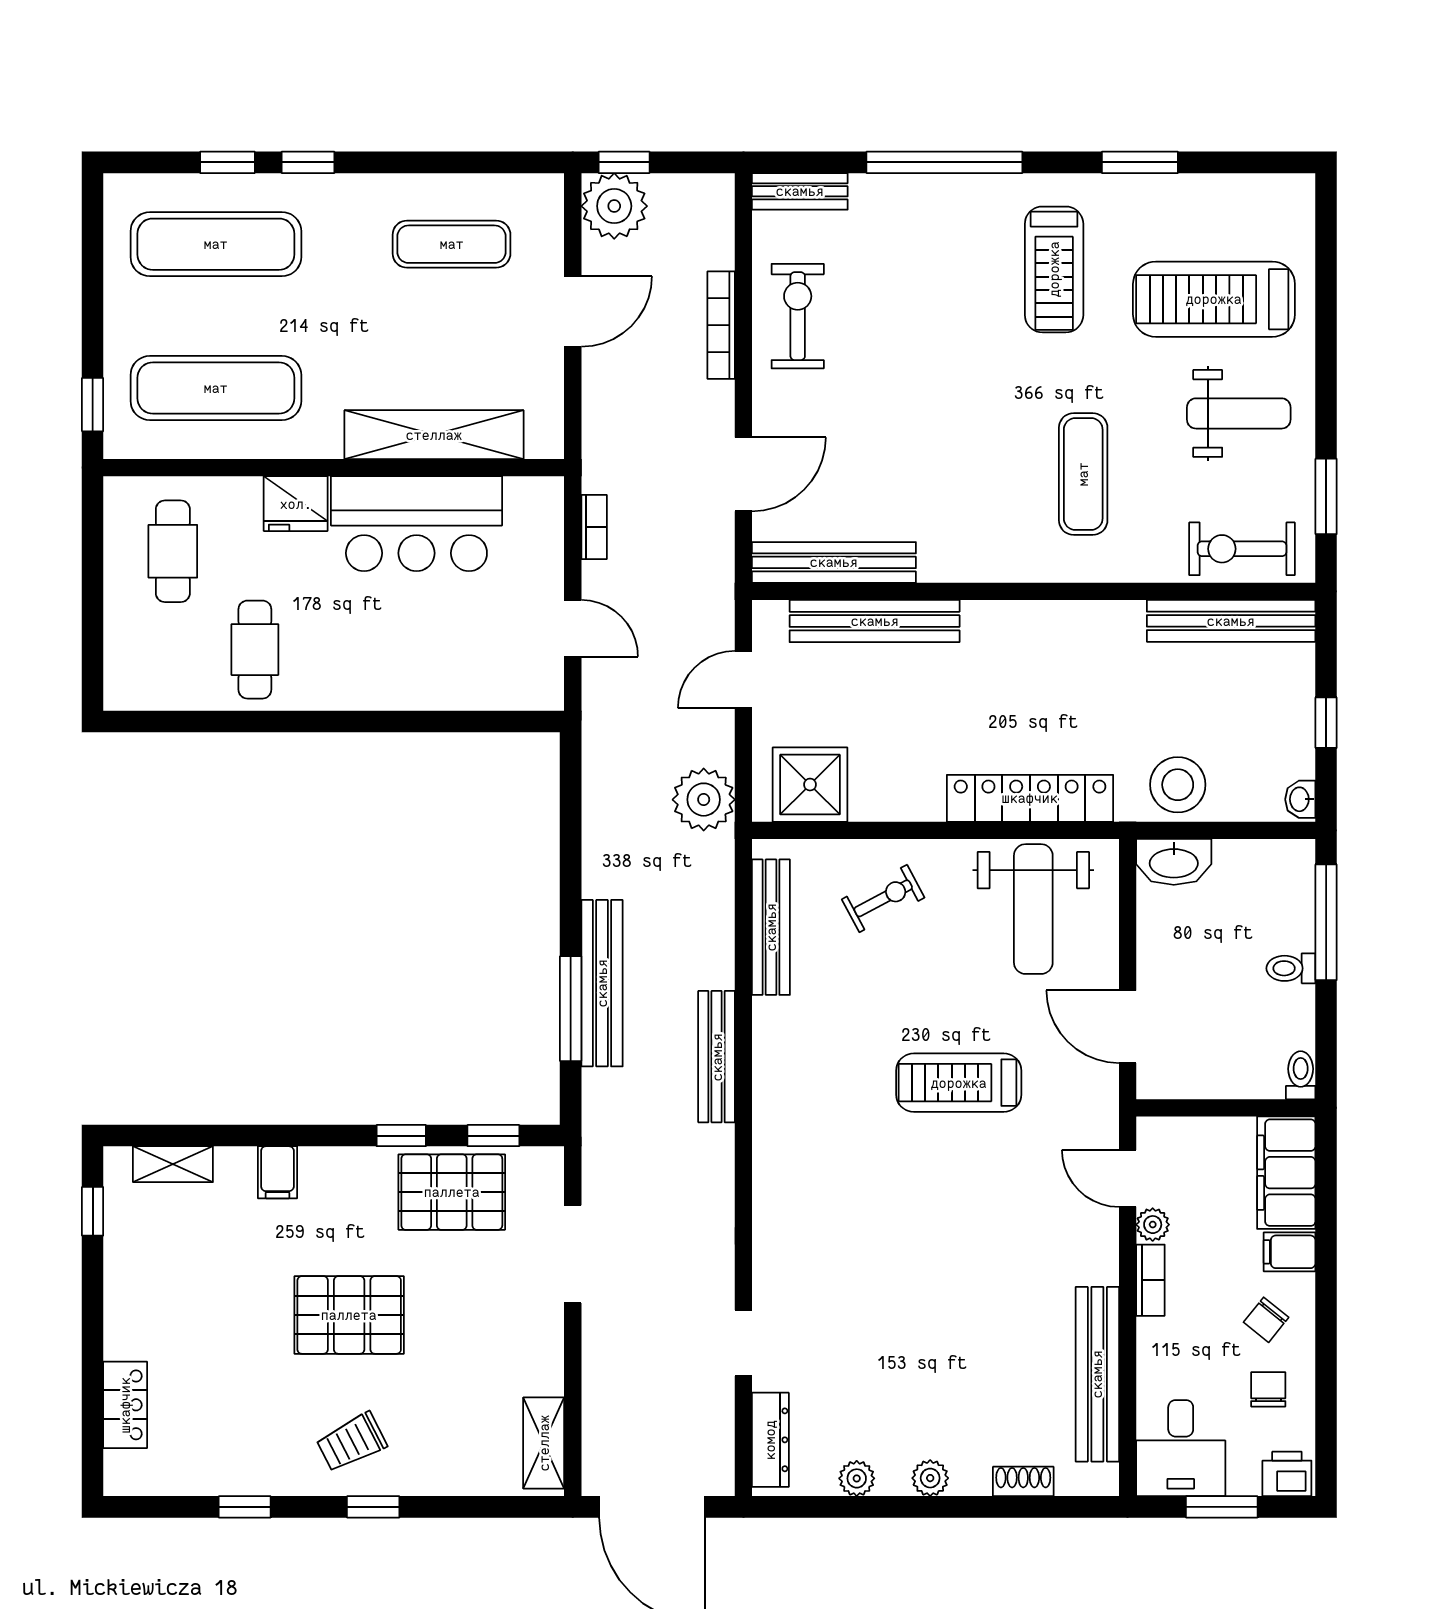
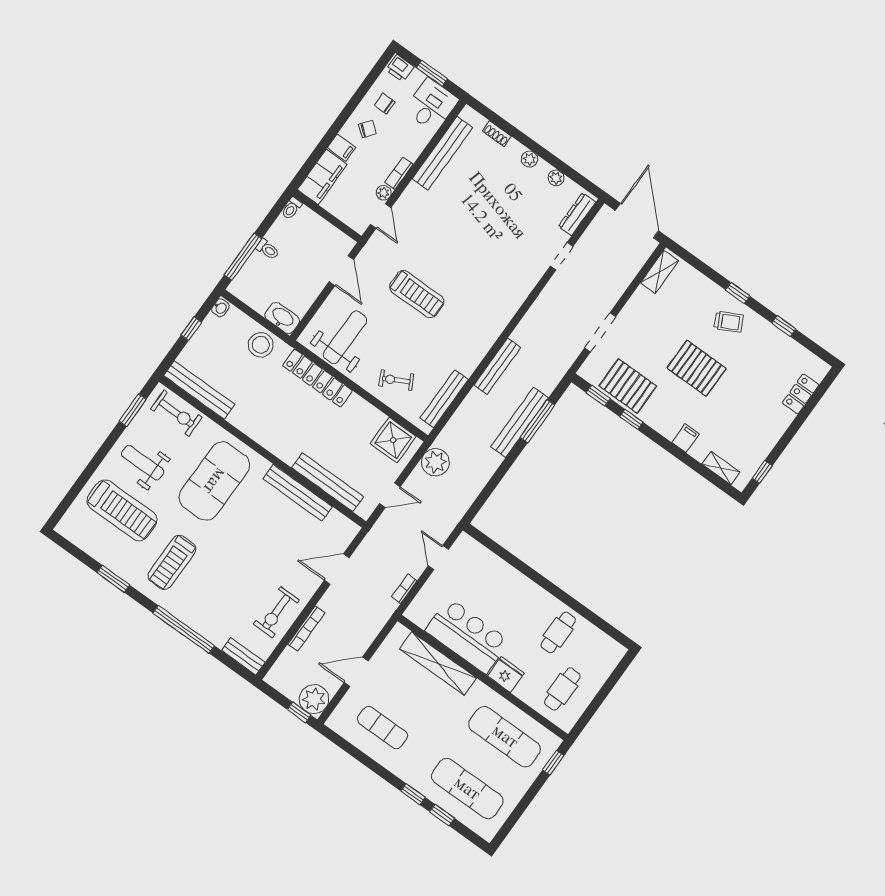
treadmill: (1054, 269) -> (172, 562), turned 180
exercise mat: (1083, 474) -> (214, 481), width x2.00, depth x1.45
bench: (834, 562) -> (298, 493), moved
chair: (1268, 1389) -> (385, 104), turned 90

